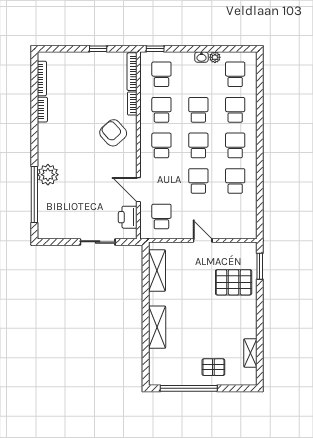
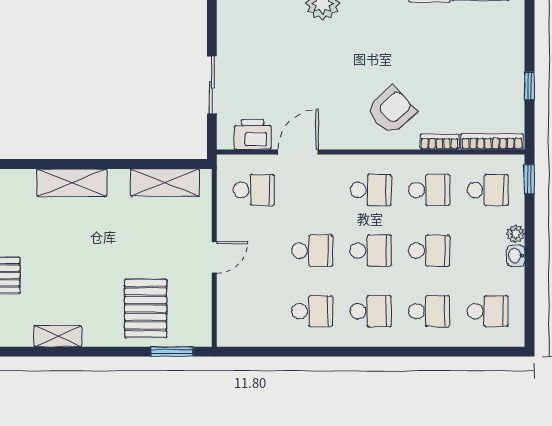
plant: (215, 57) -> (516, 234), moved
shelving: (250, 353) -> (58, 336), moved

